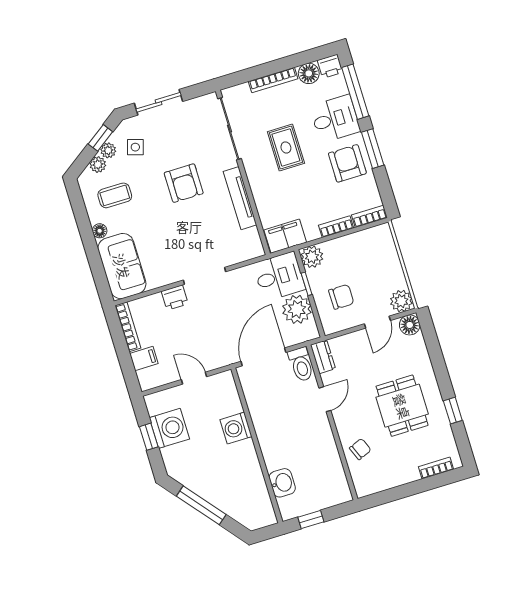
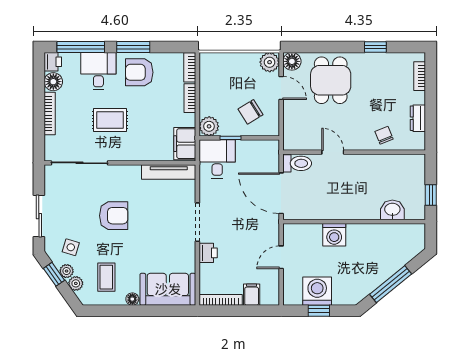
tv unit: (240, 198) -> (169, 172), moved
chair: (341, 297) -> (250, 112), turned -122
plant: (297, 309) -> (250, 153), removed
dresser: (323, 357) -> (418, 118), moved, turned -90
dining table: (402, 406) -> (331, 80), moved, turned 90

